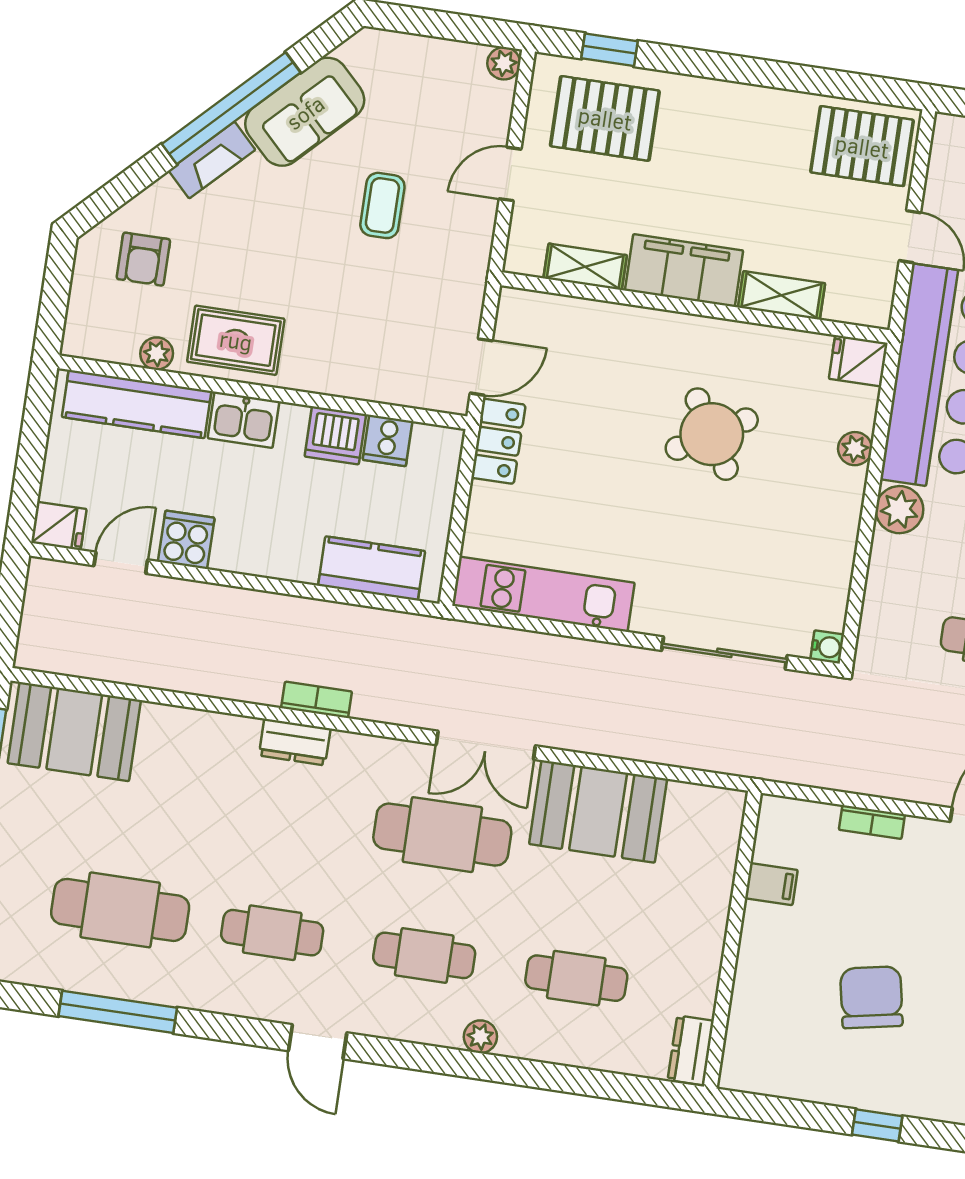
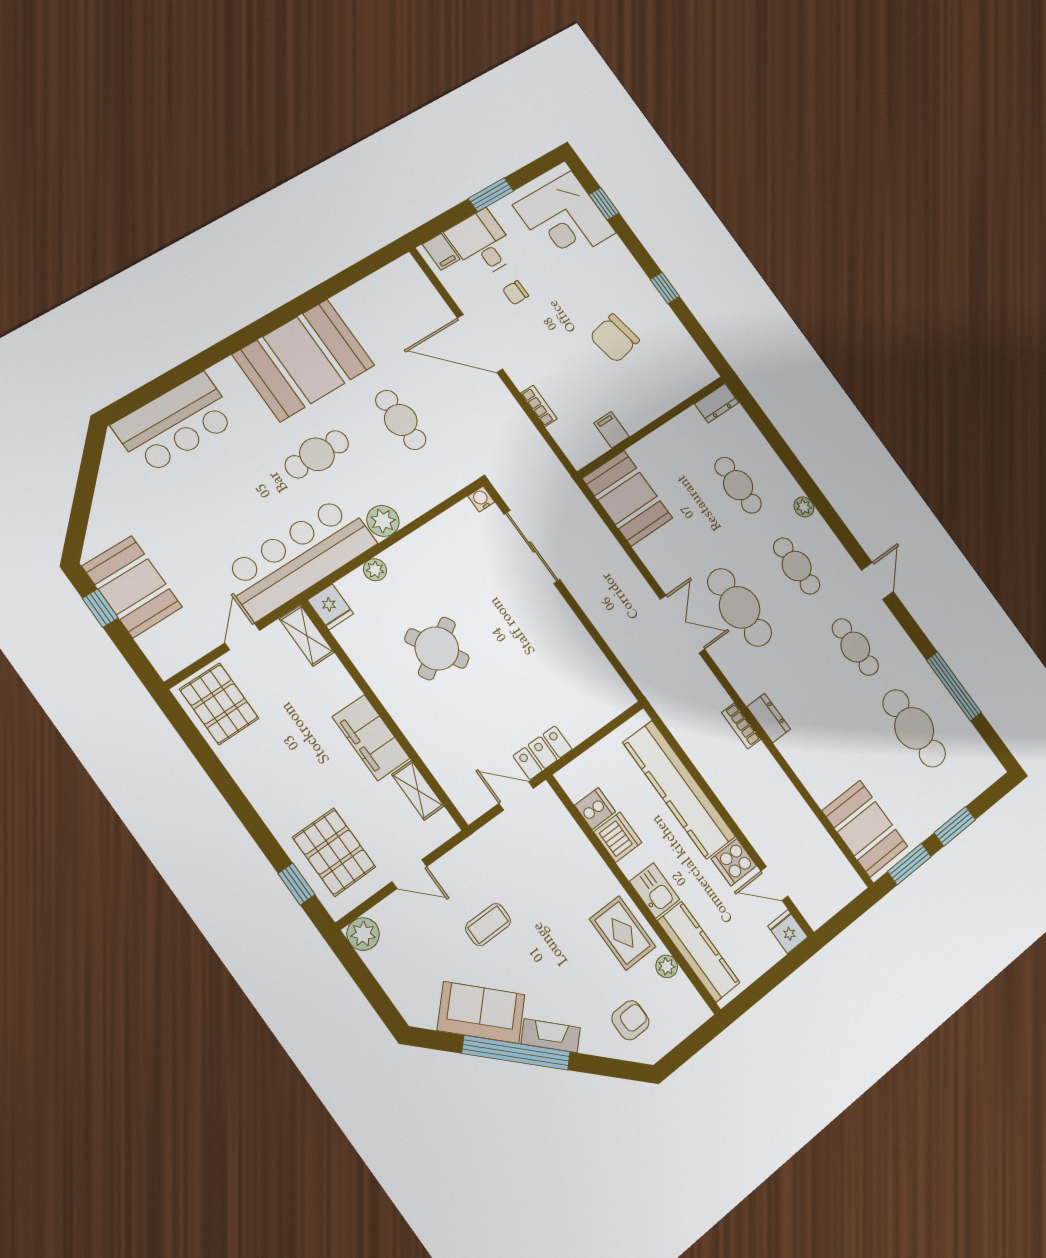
plant: (504, 63) -> (363, 934), width x1.38, depth x1.38
shelving: (782, 295) -> (307, 636), moved
kitchen counter: (372, 568) -> (679, 790), width x2.08, depth x1.17
kitchen unit: (543, 594) -> (590, 661), removed
booth: (598, 811) -> (628, 498), moved

